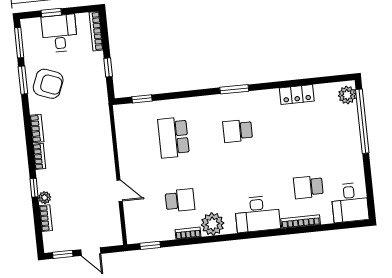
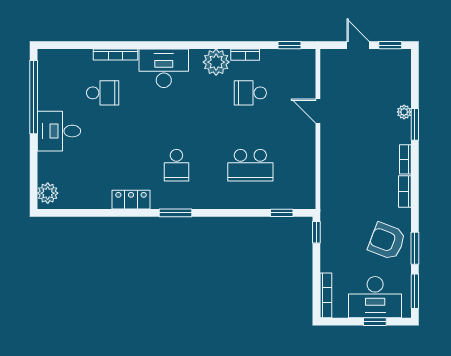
desk: (59, 33) -> (375, 297), width x1.37
window: (108, 67) -> (316, 232), moved
locker: (297, 94) -> (131, 200), moved
window: (362, 121) -> (34, 97), moved
school desk: (238, 131) -> (176, 165), turned 90
school desk: (173, 137) -> (250, 165), turned 90
window: (34, 188) -> (415, 124), width x1.50
desk: (350, 203) -> (59, 131), moved, turned -90
bookcase: (46, 218) -> (405, 88), removed

